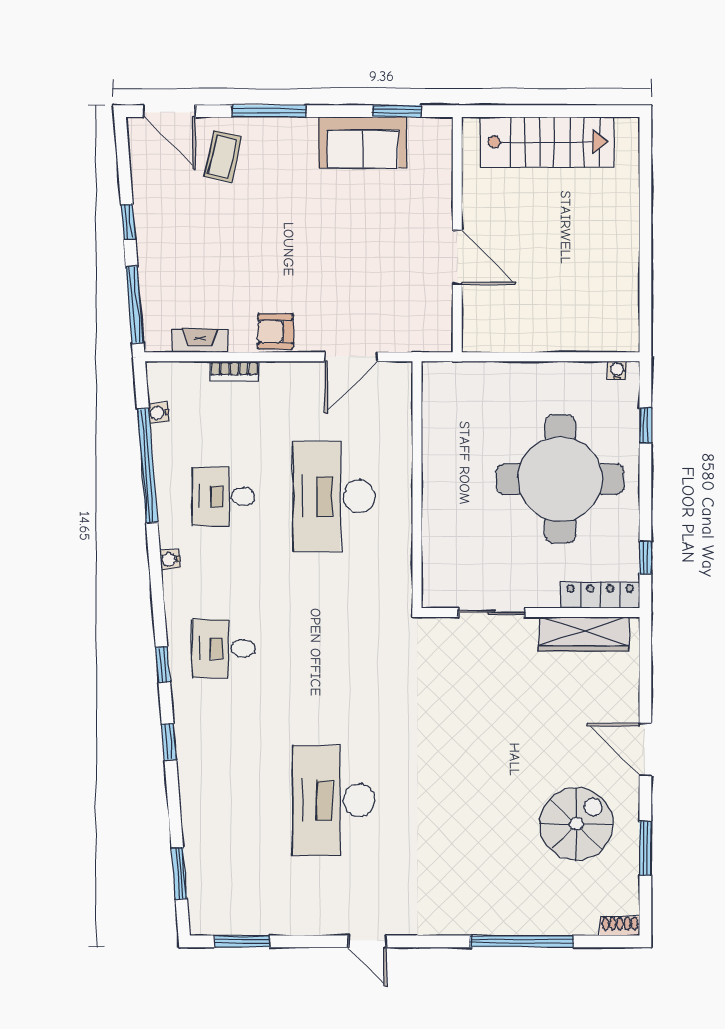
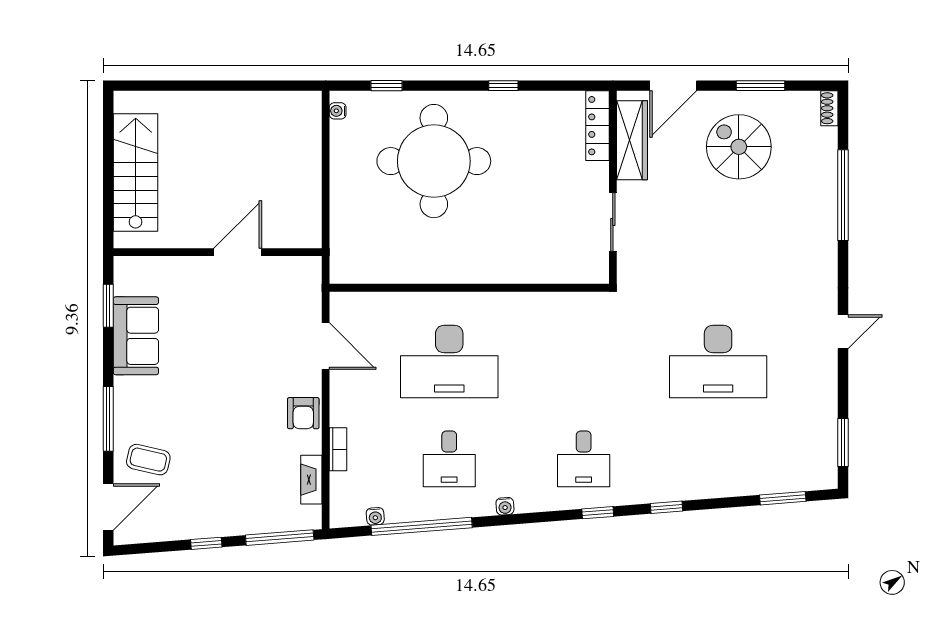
locker: (600, 595) -> (598, 126), moved
sliding door: (491, 612) -> (613, 222), moved
wall: (531, 612) -> (613, 187), moved
wardrobe: (584, 634) -> (632, 140), moved

